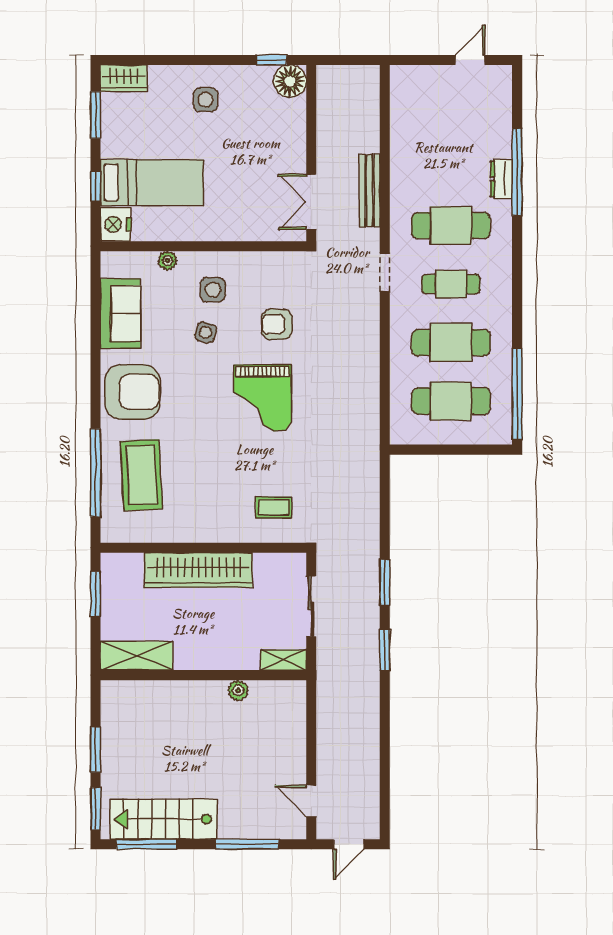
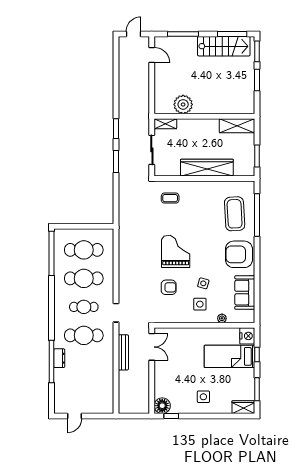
plant: (238, 690) -> (183, 104), width x1.88, depth x1.88

